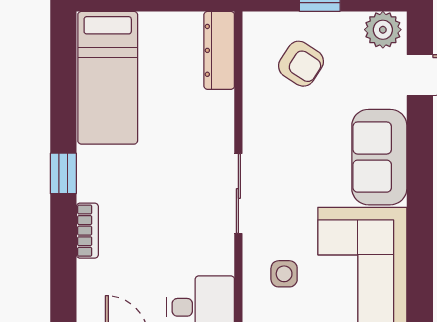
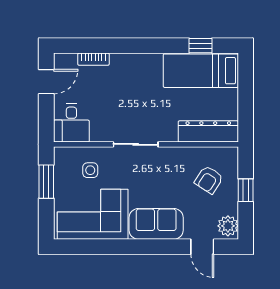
dresser: (219, 50) -> (208, 131), width x1.37, depth x1.24
window: (63, 173) -> (201, 46), moved
bookcase: (87, 231) -> (93, 59), moved

